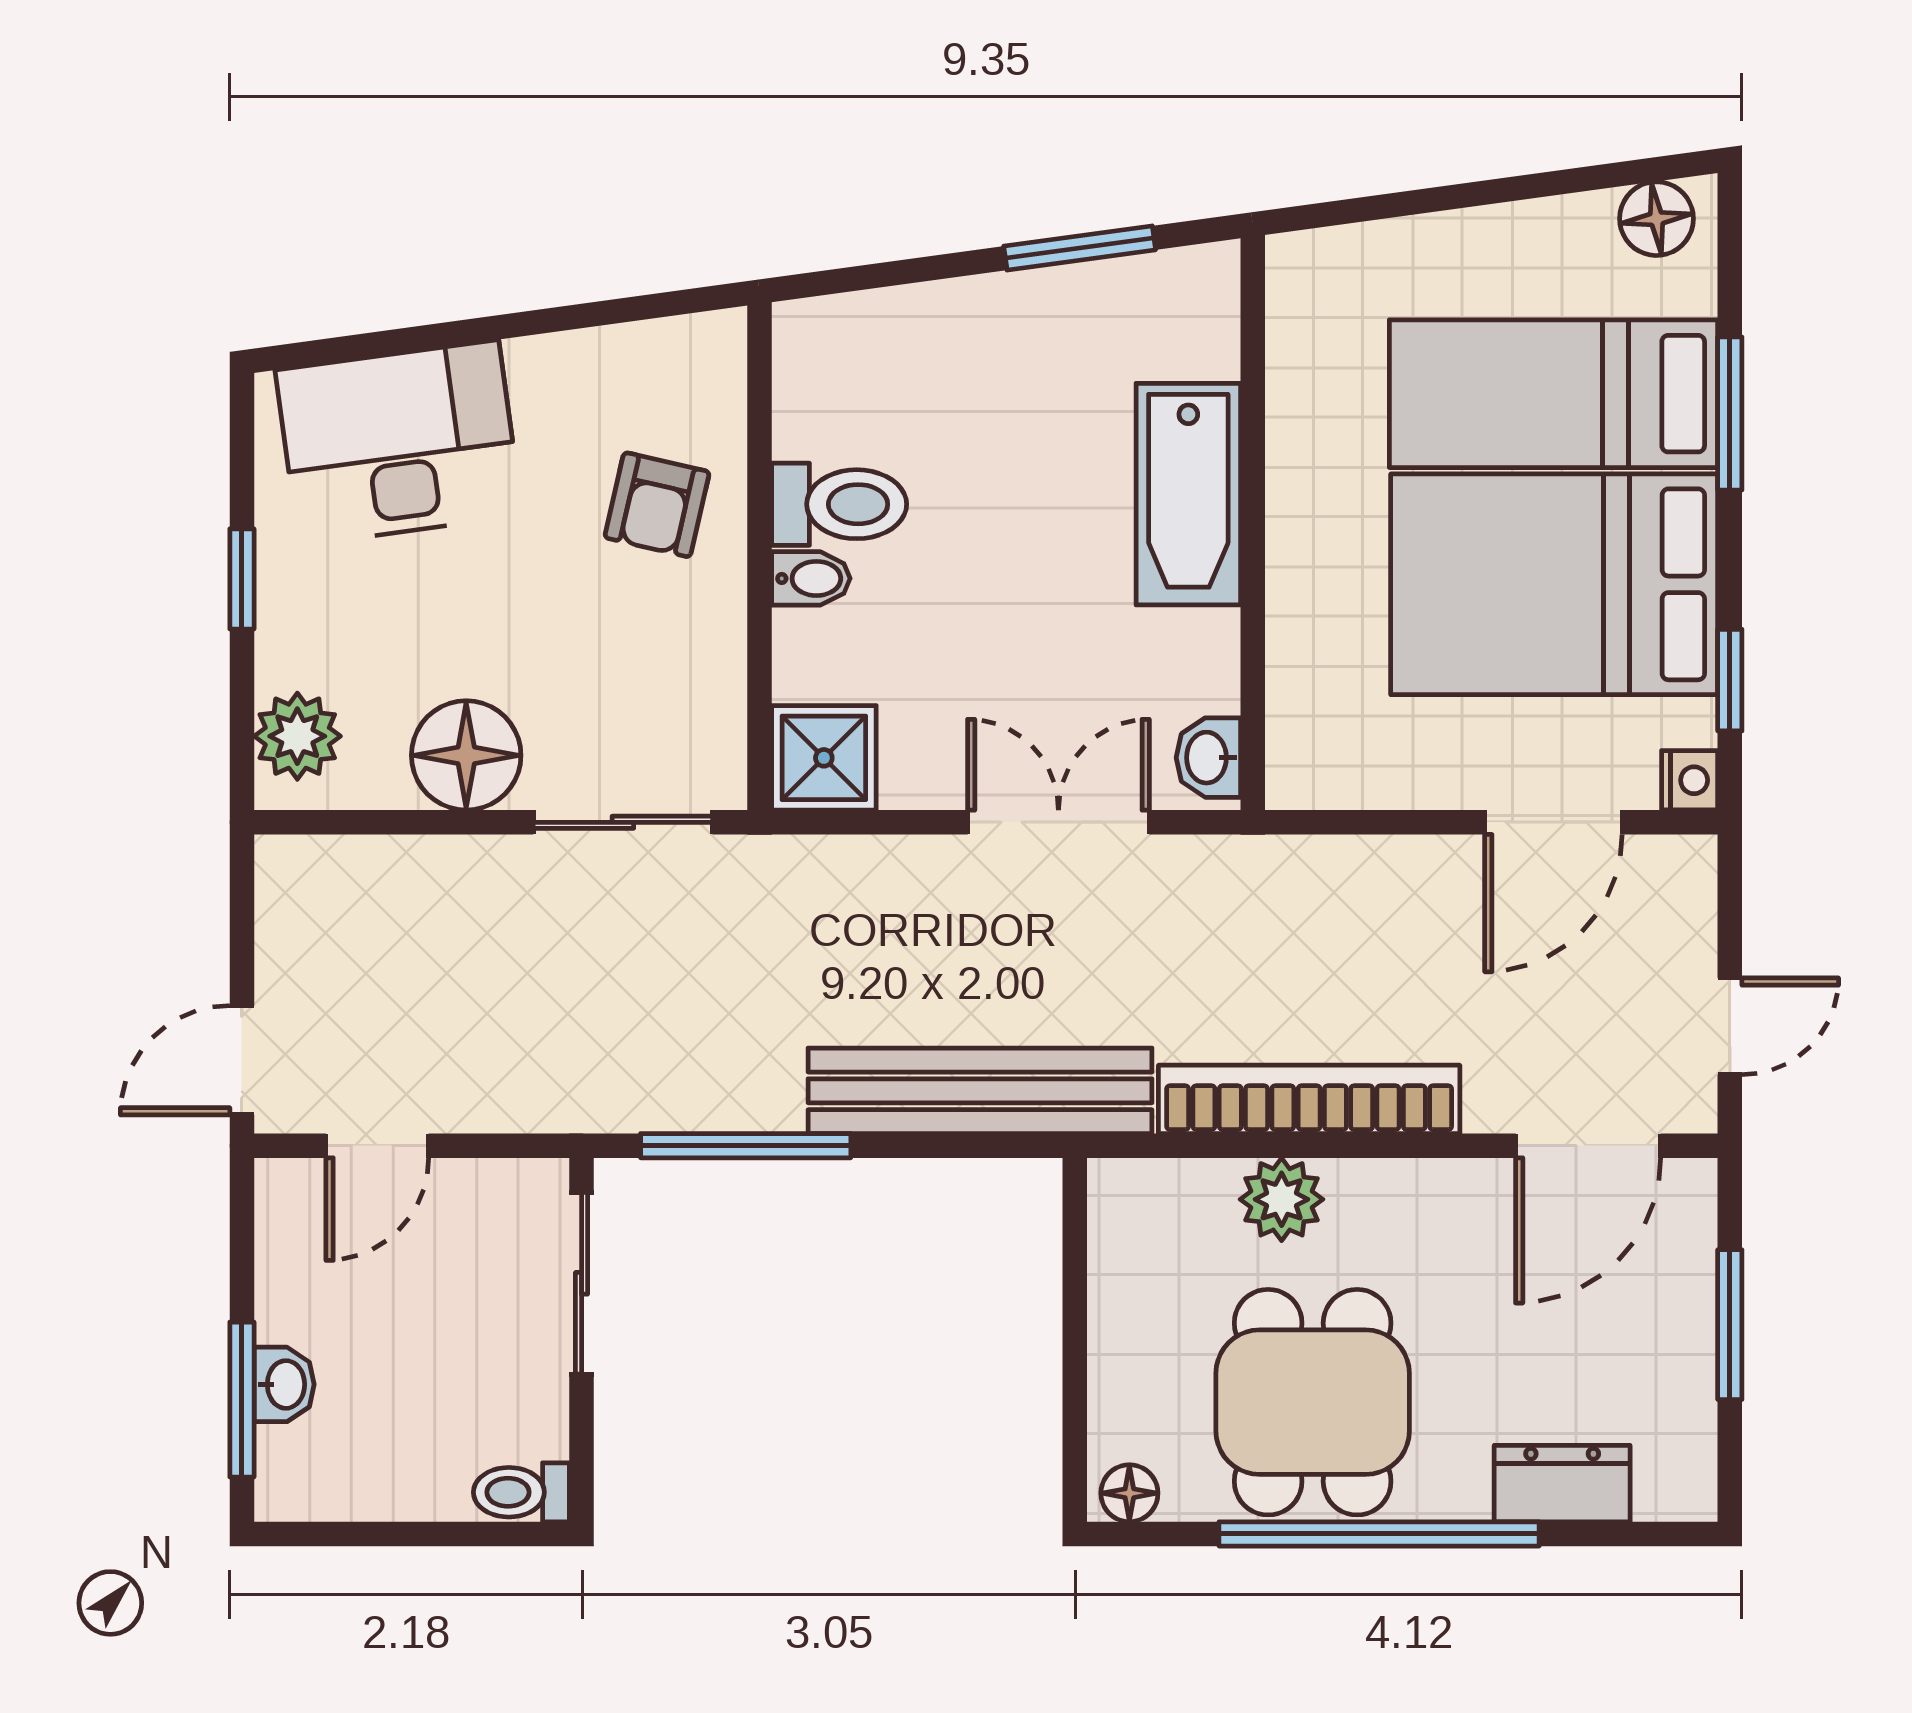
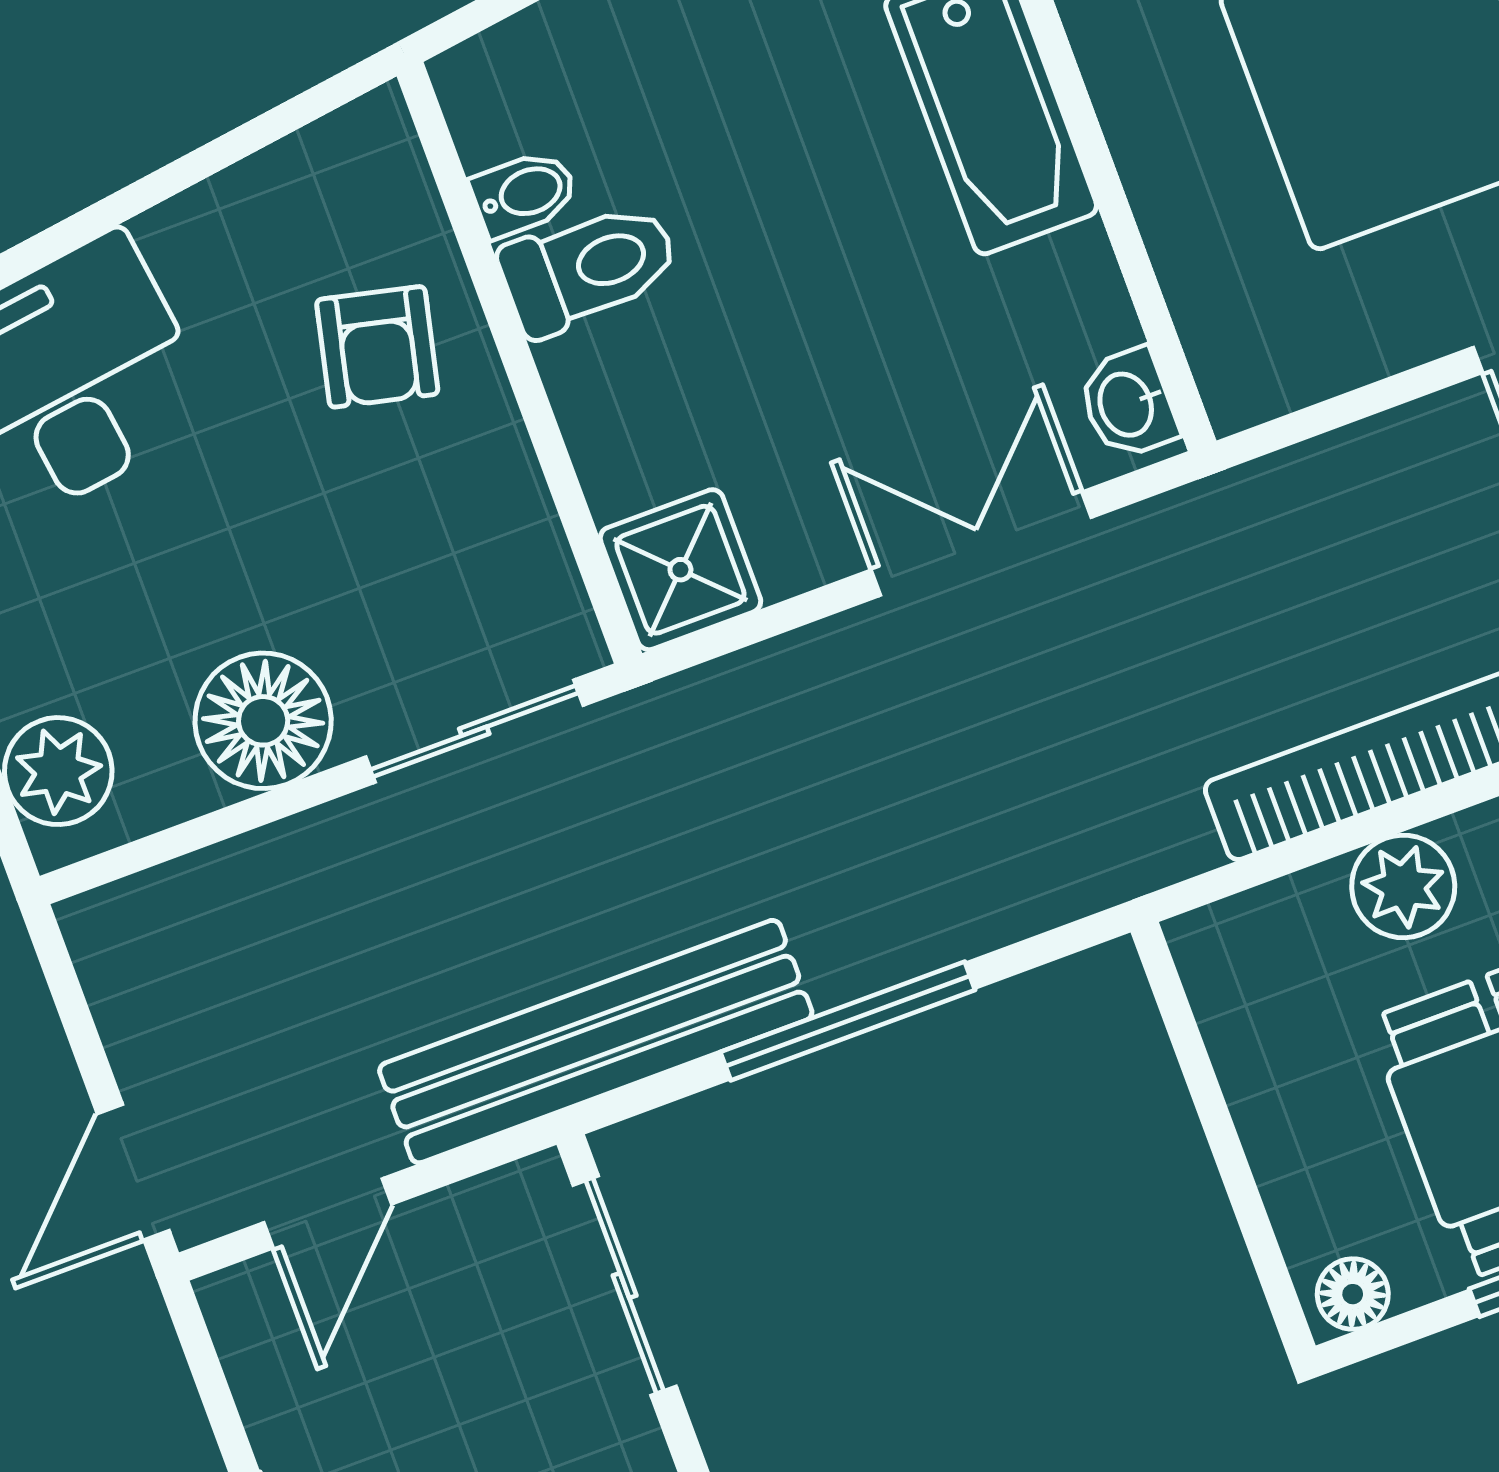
bidet: (811, 578) -> (524, 194), moved
bench: (980, 1091) -> (596, 1042), moved
window: (746, 1146) -> (848, 1021), moved

